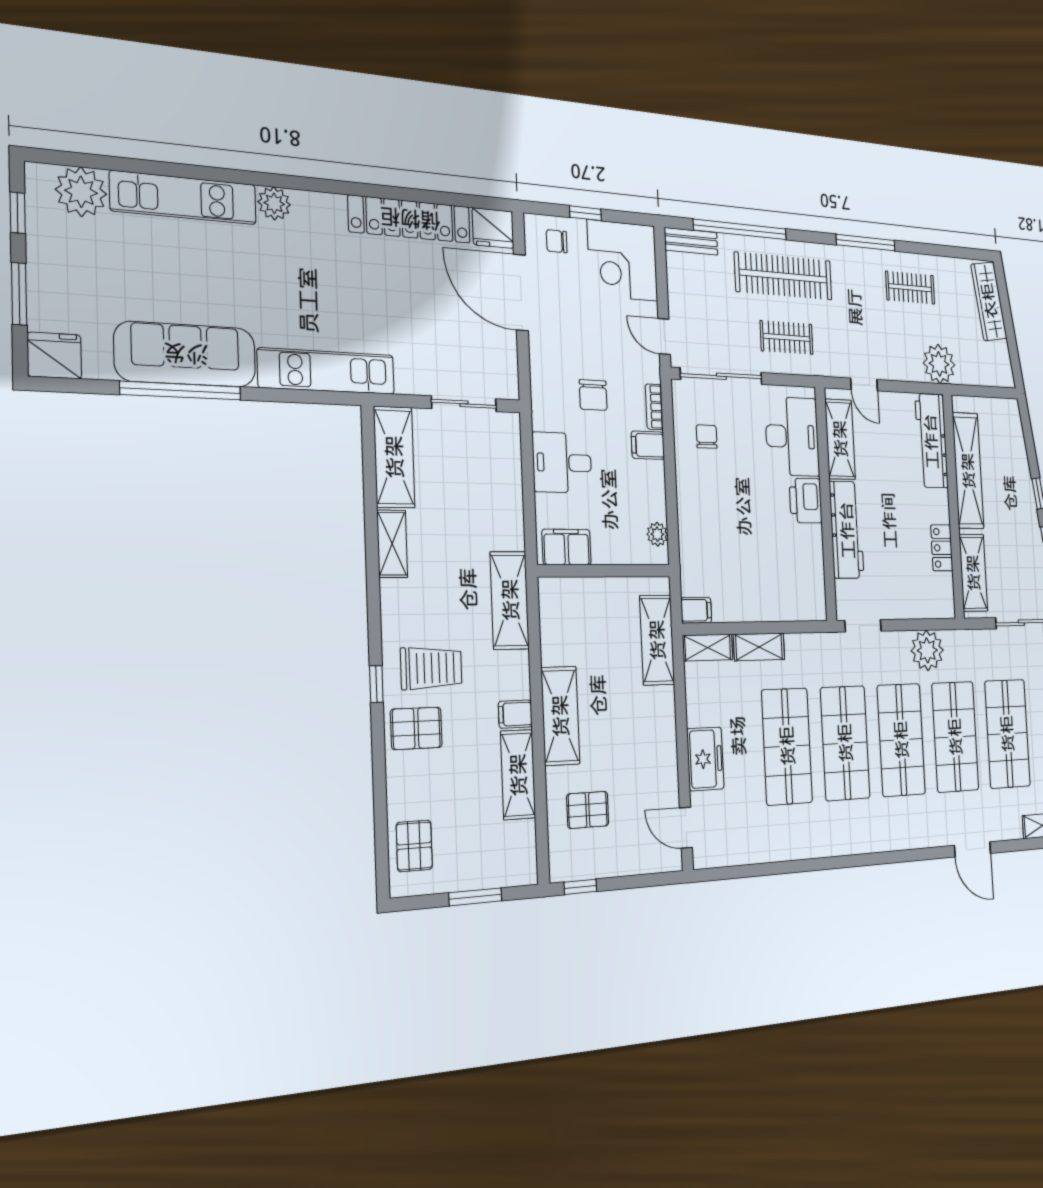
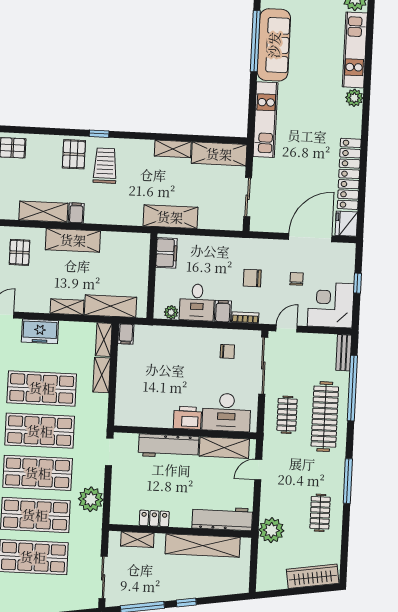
chair: (557, 241) -> (296, 279), moved
desk: (562, 463) -> (197, 302), moved, turned 180
shelving: (973, 573) -> (137, 540), width x0.67, depth x0.75
shelving: (510, 600) -> (170, 217), moved
trolley: (431, 668) -> (105, 166), turned 180
shelving: (665, 716) -> (67, 307), added

